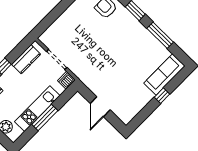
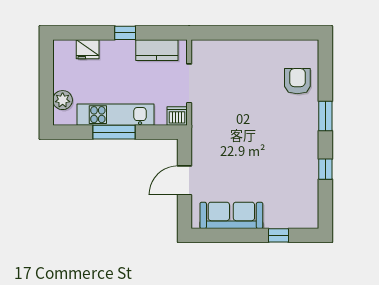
window: (160, 35) -> (325, 169), width x0.46
sofa: (164, 75) -> (231, 215), moved
window: (162, 96) -> (279, 235), moved

